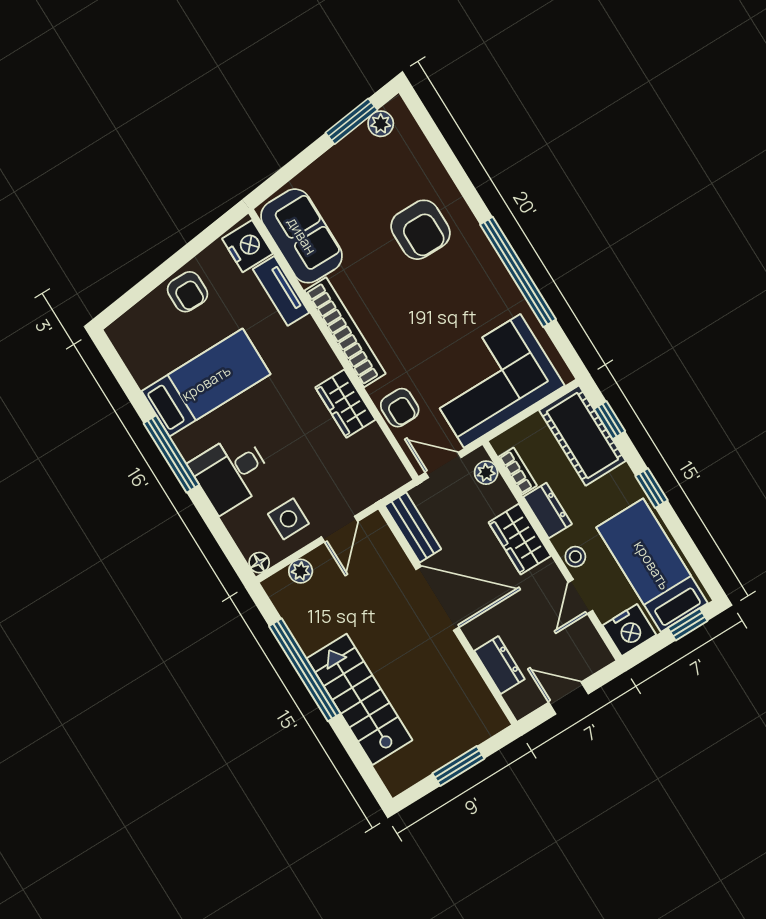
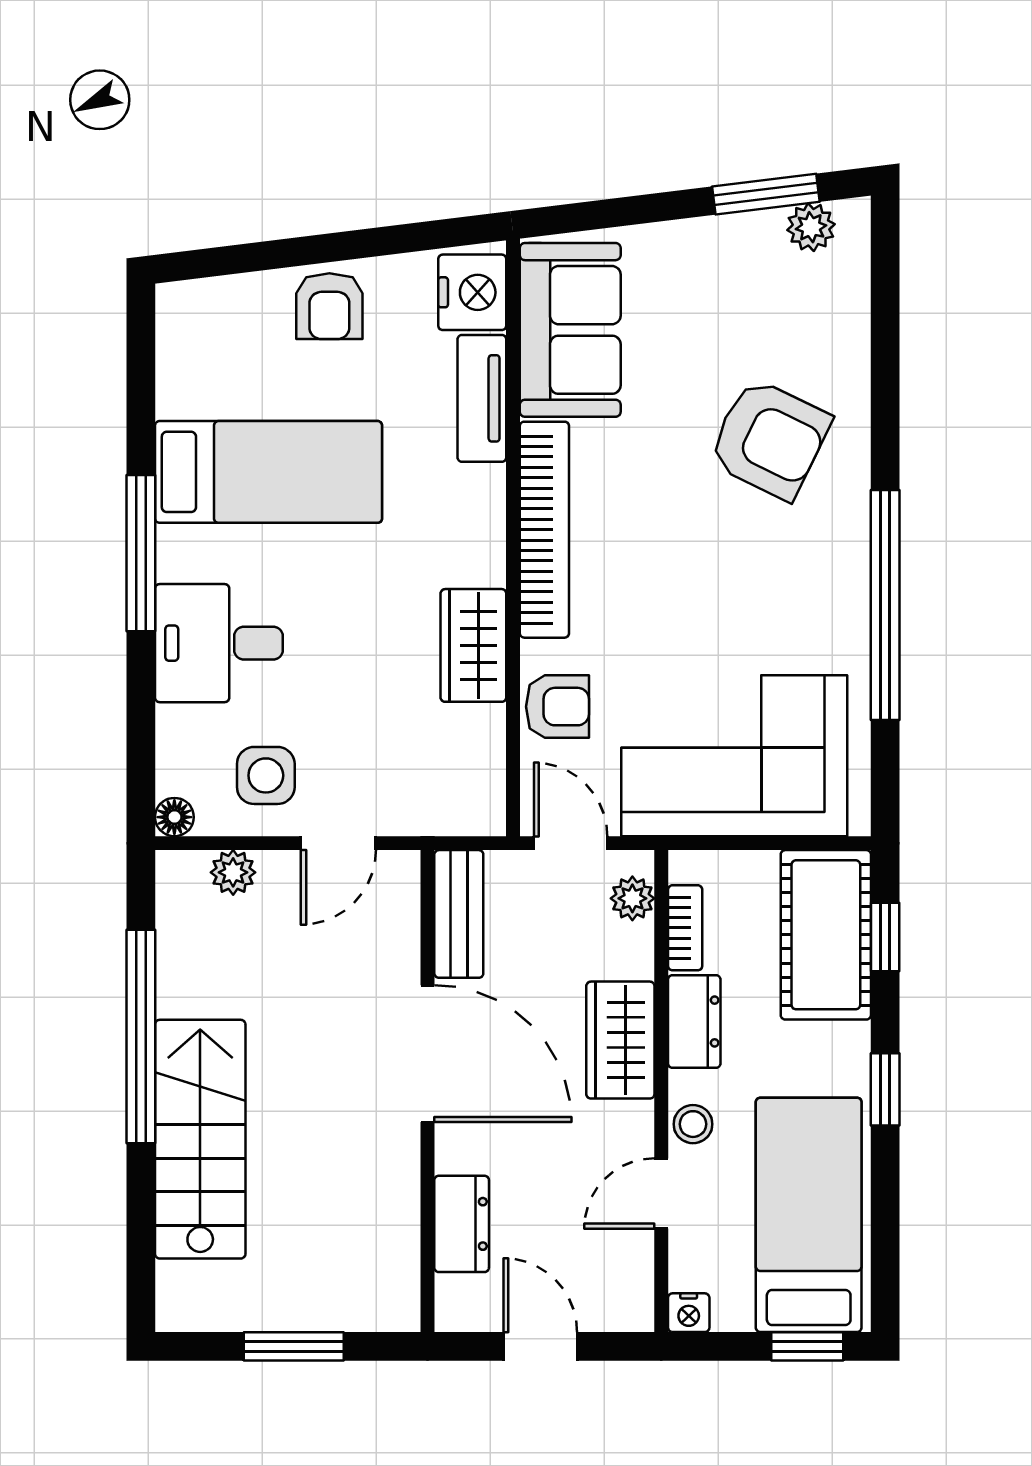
armchair: (420, 230) -> (769, 439), turned -64
armchair: (400, 408) -> (557, 707), turned -90
nightstand: (629, 630) -> (689, 1313), width x0.53, depth x0.56

